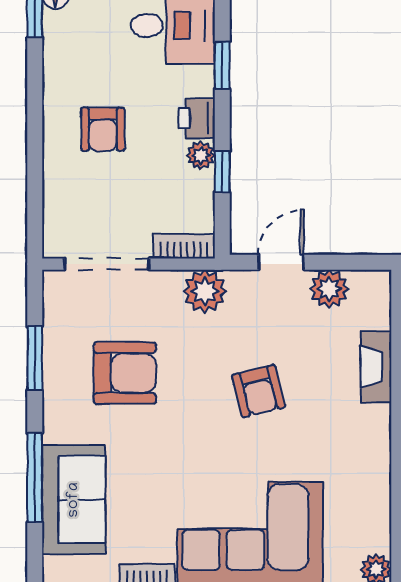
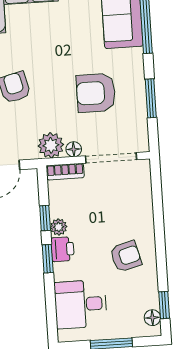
window: (222, 66) -> (48, 259), moved
armchair: (103, 129) -> (126, 256), moved, turned 75
floor lamp: (168, 282) -> (74, 149), added

